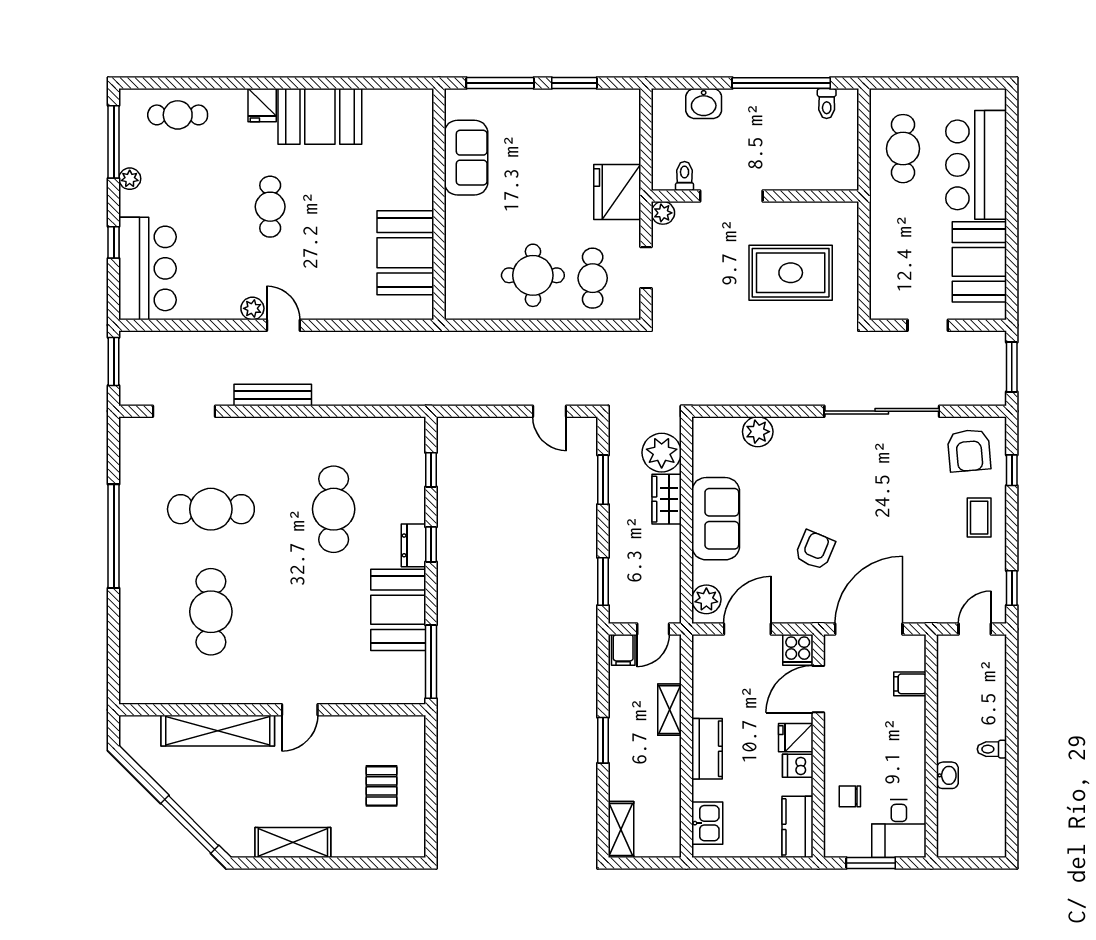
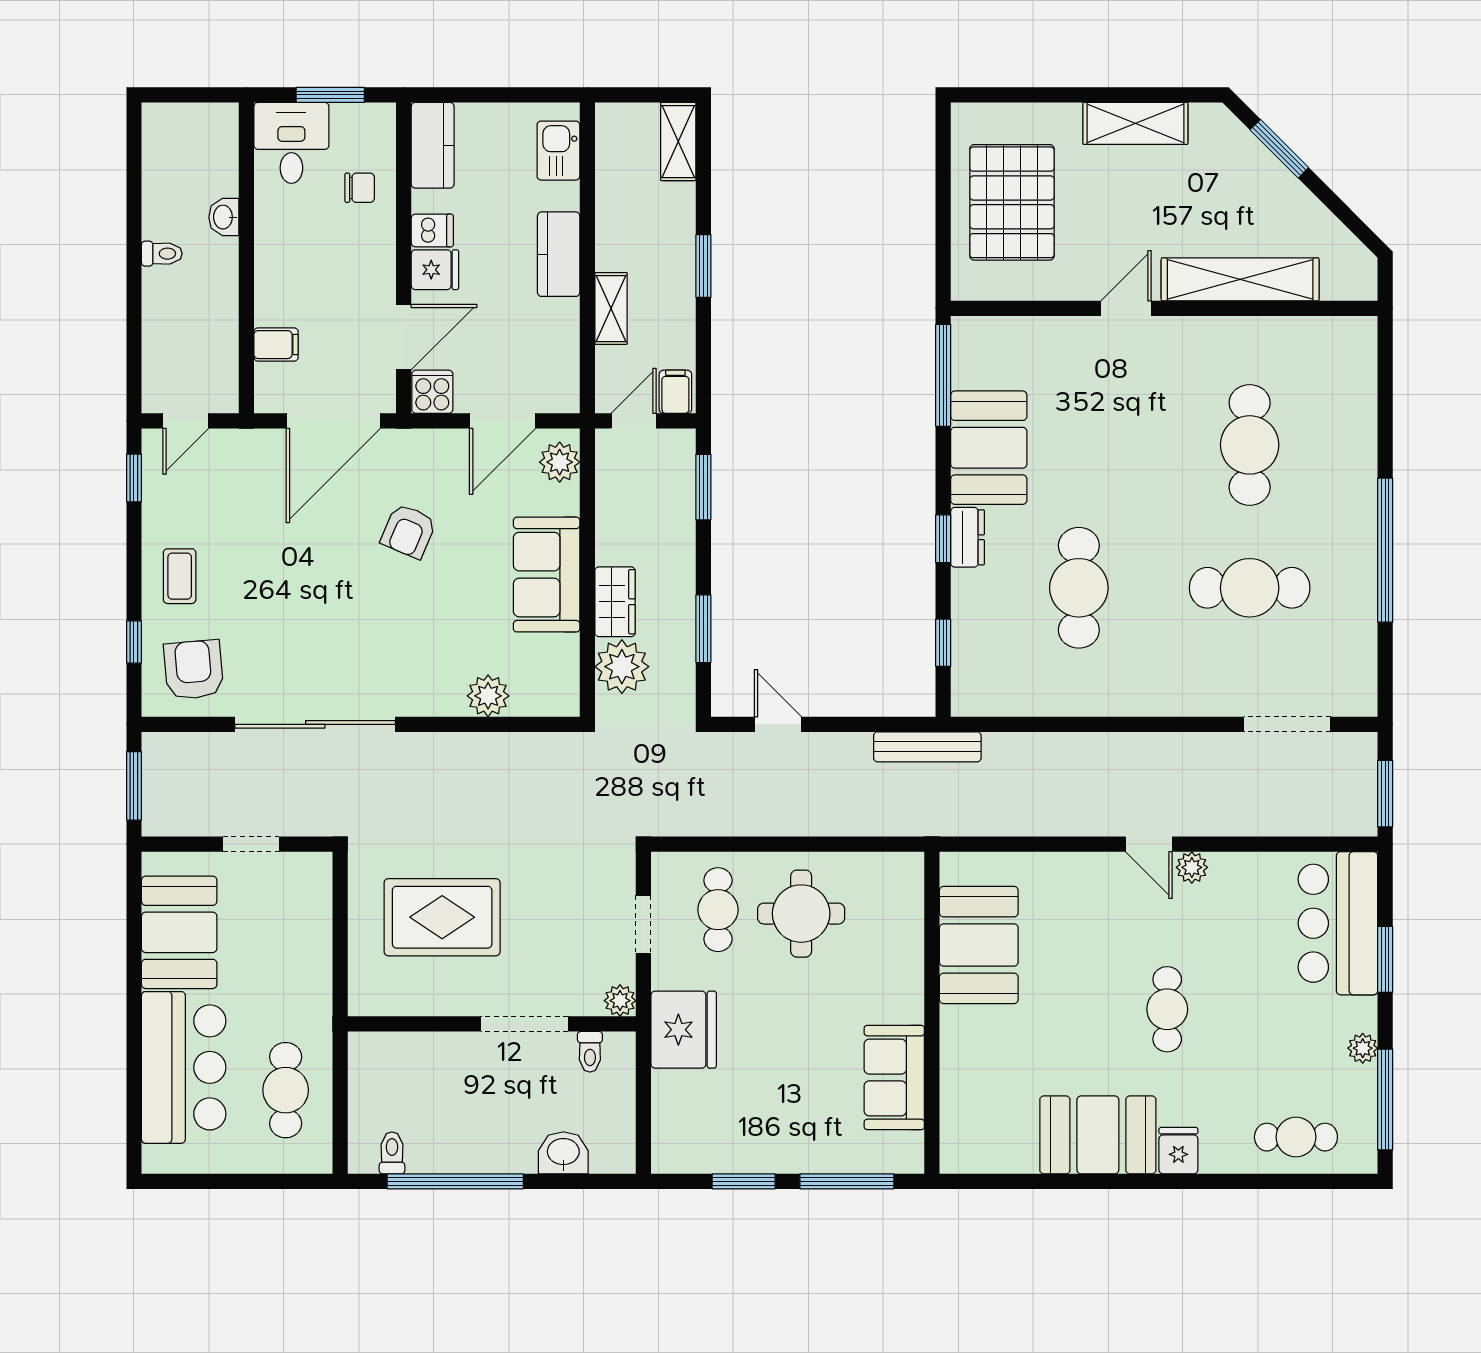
window: (114, 242) -> (1385, 959), width x1.50
bench: (273, 395) -> (927, 747), moved
pallet: (382, 786) -> (1012, 202), width x2.05, depth x2.00
window: (190, 824) -> (1279, 149), width x0.69

